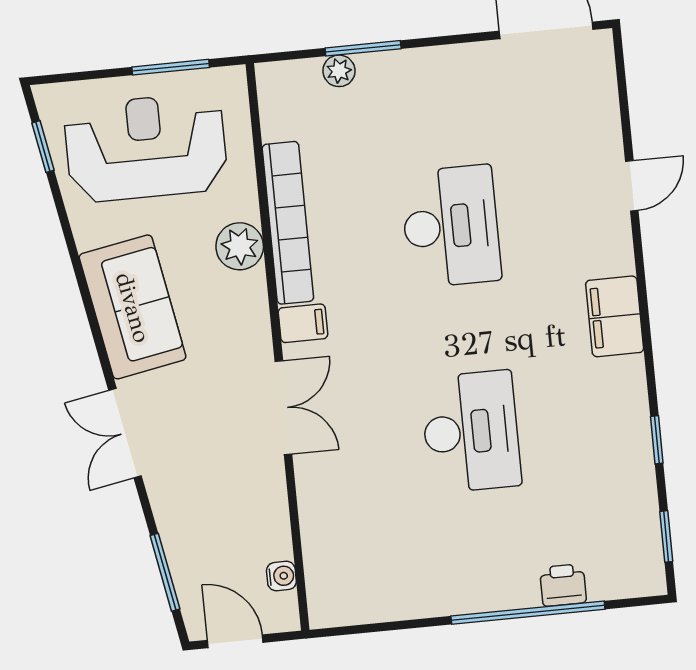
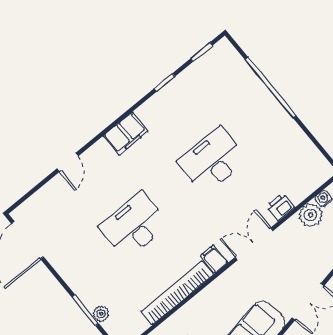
door: (632, 186) -> (68, 162), swing flipped
plant: (240, 246) -> (311, 215), moved
printer: (563, 585) -> (280, 207), moved, turned 90

